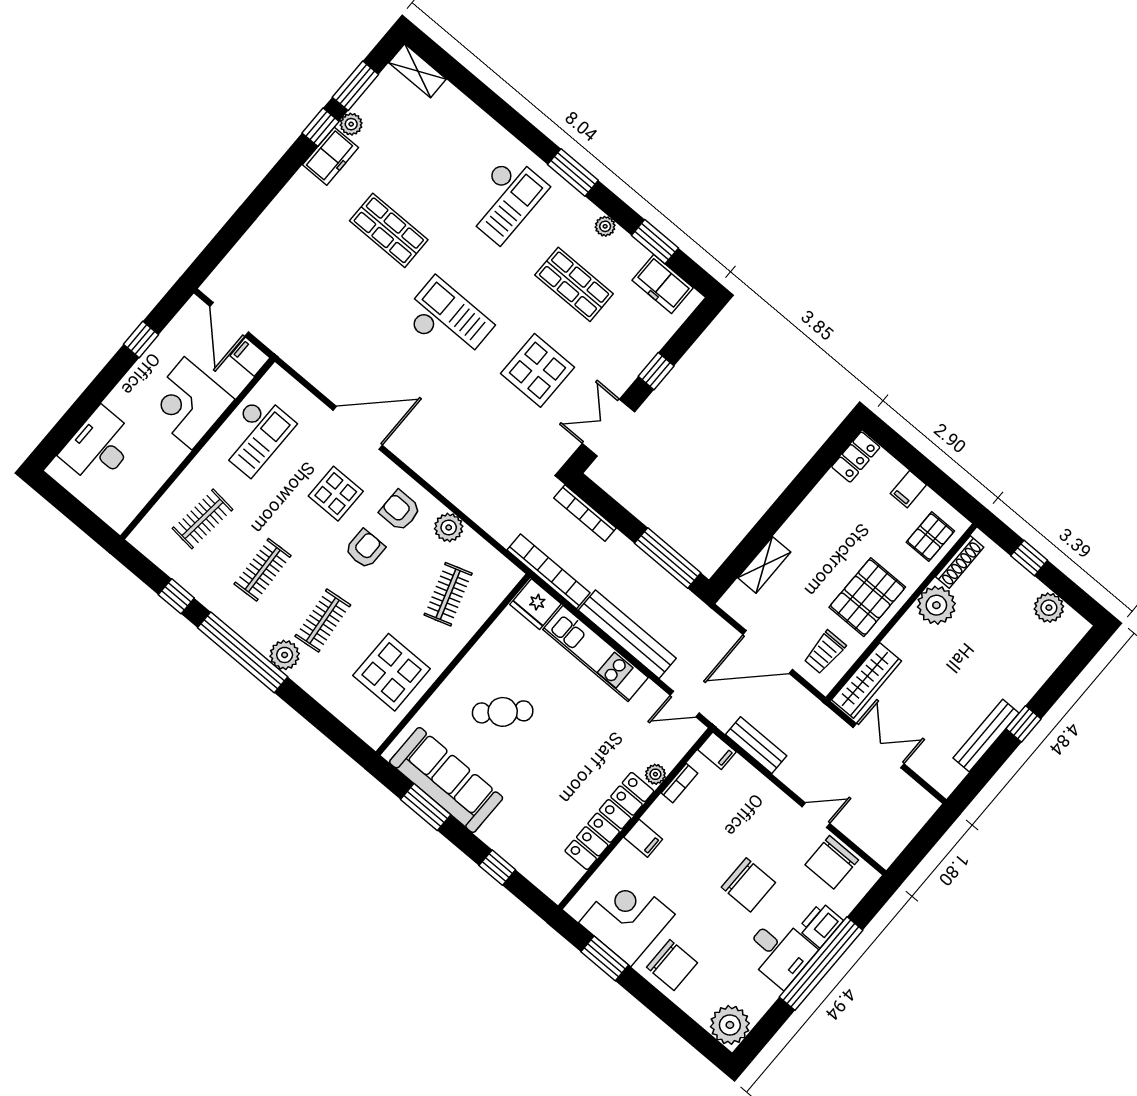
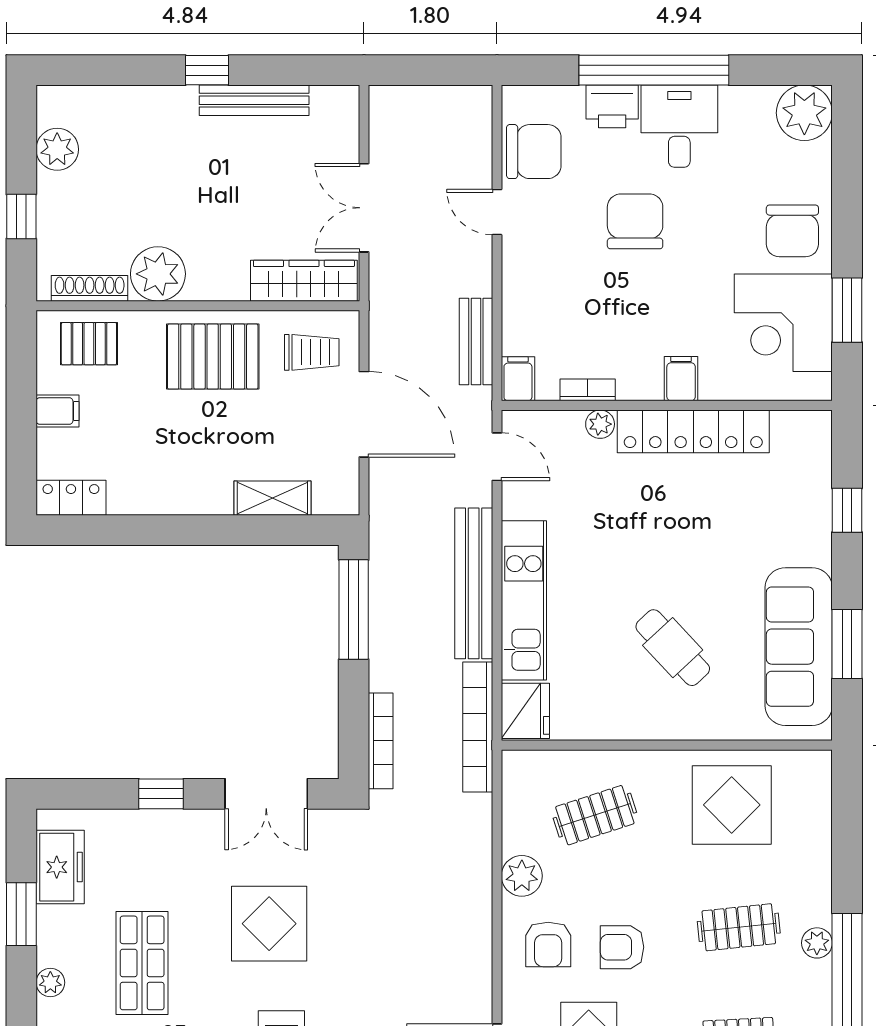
plant: (285, 655) -> (817, 943), width x0.73, depth x0.73
chair: (672, 965) -> (792, 231), turned 180

